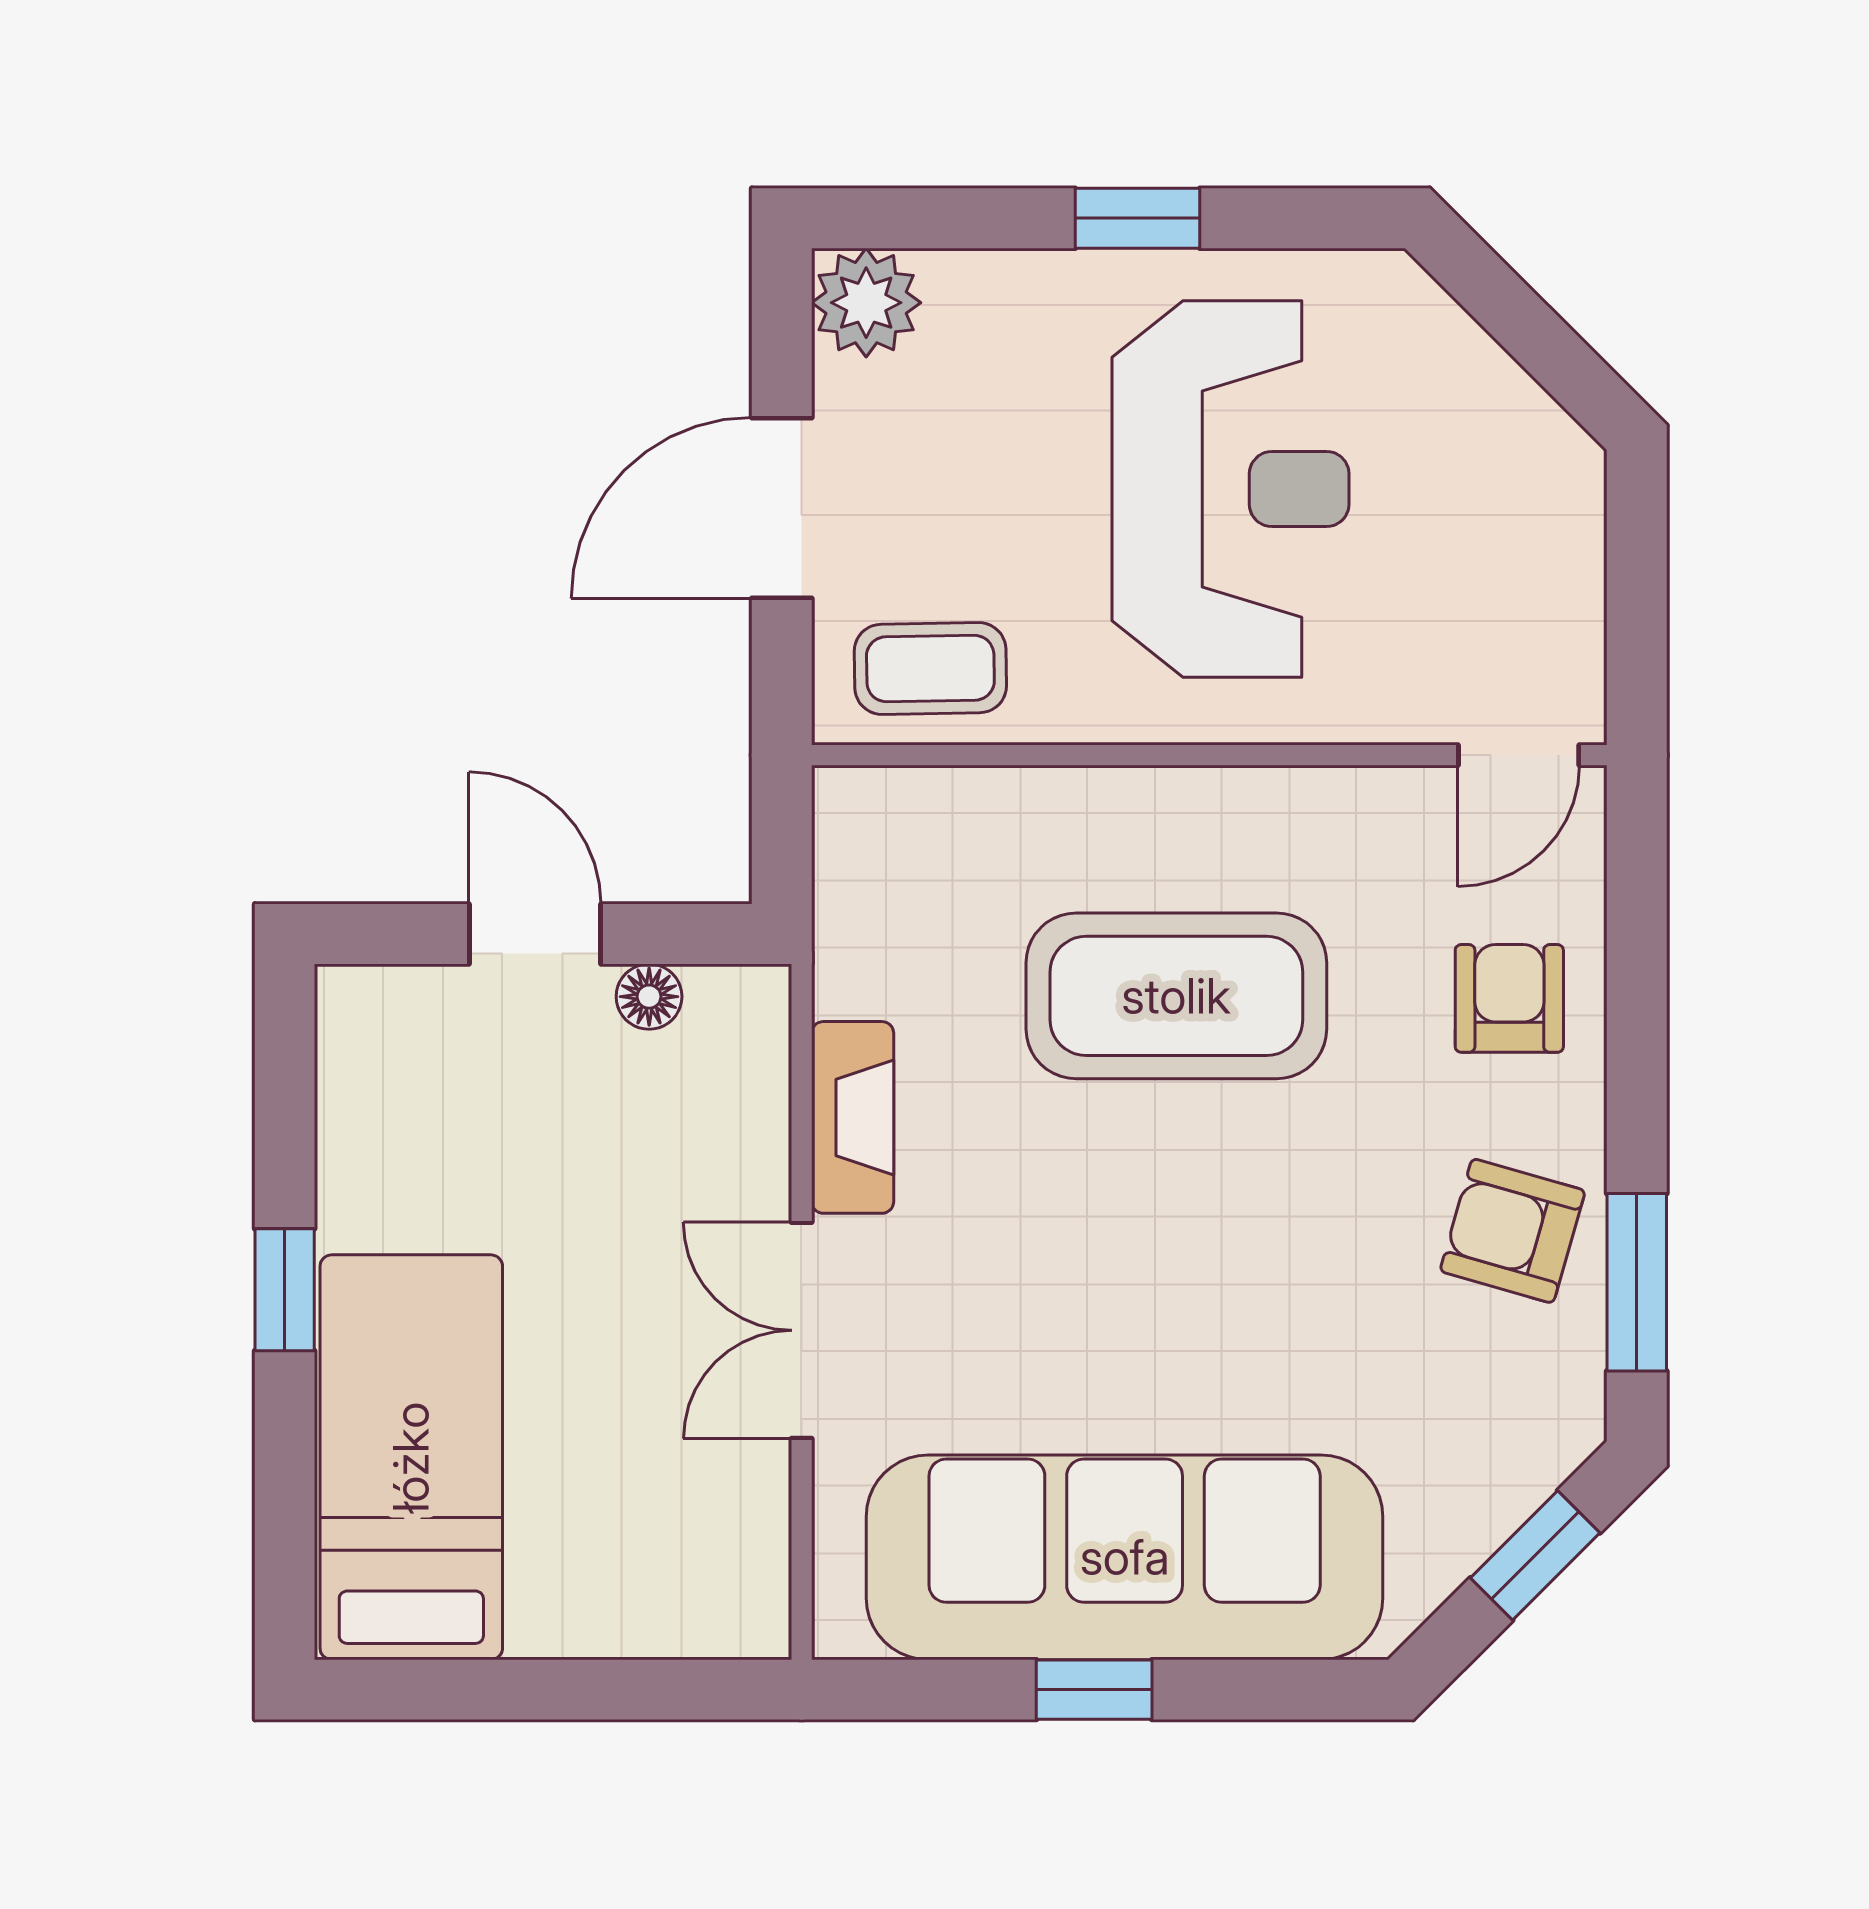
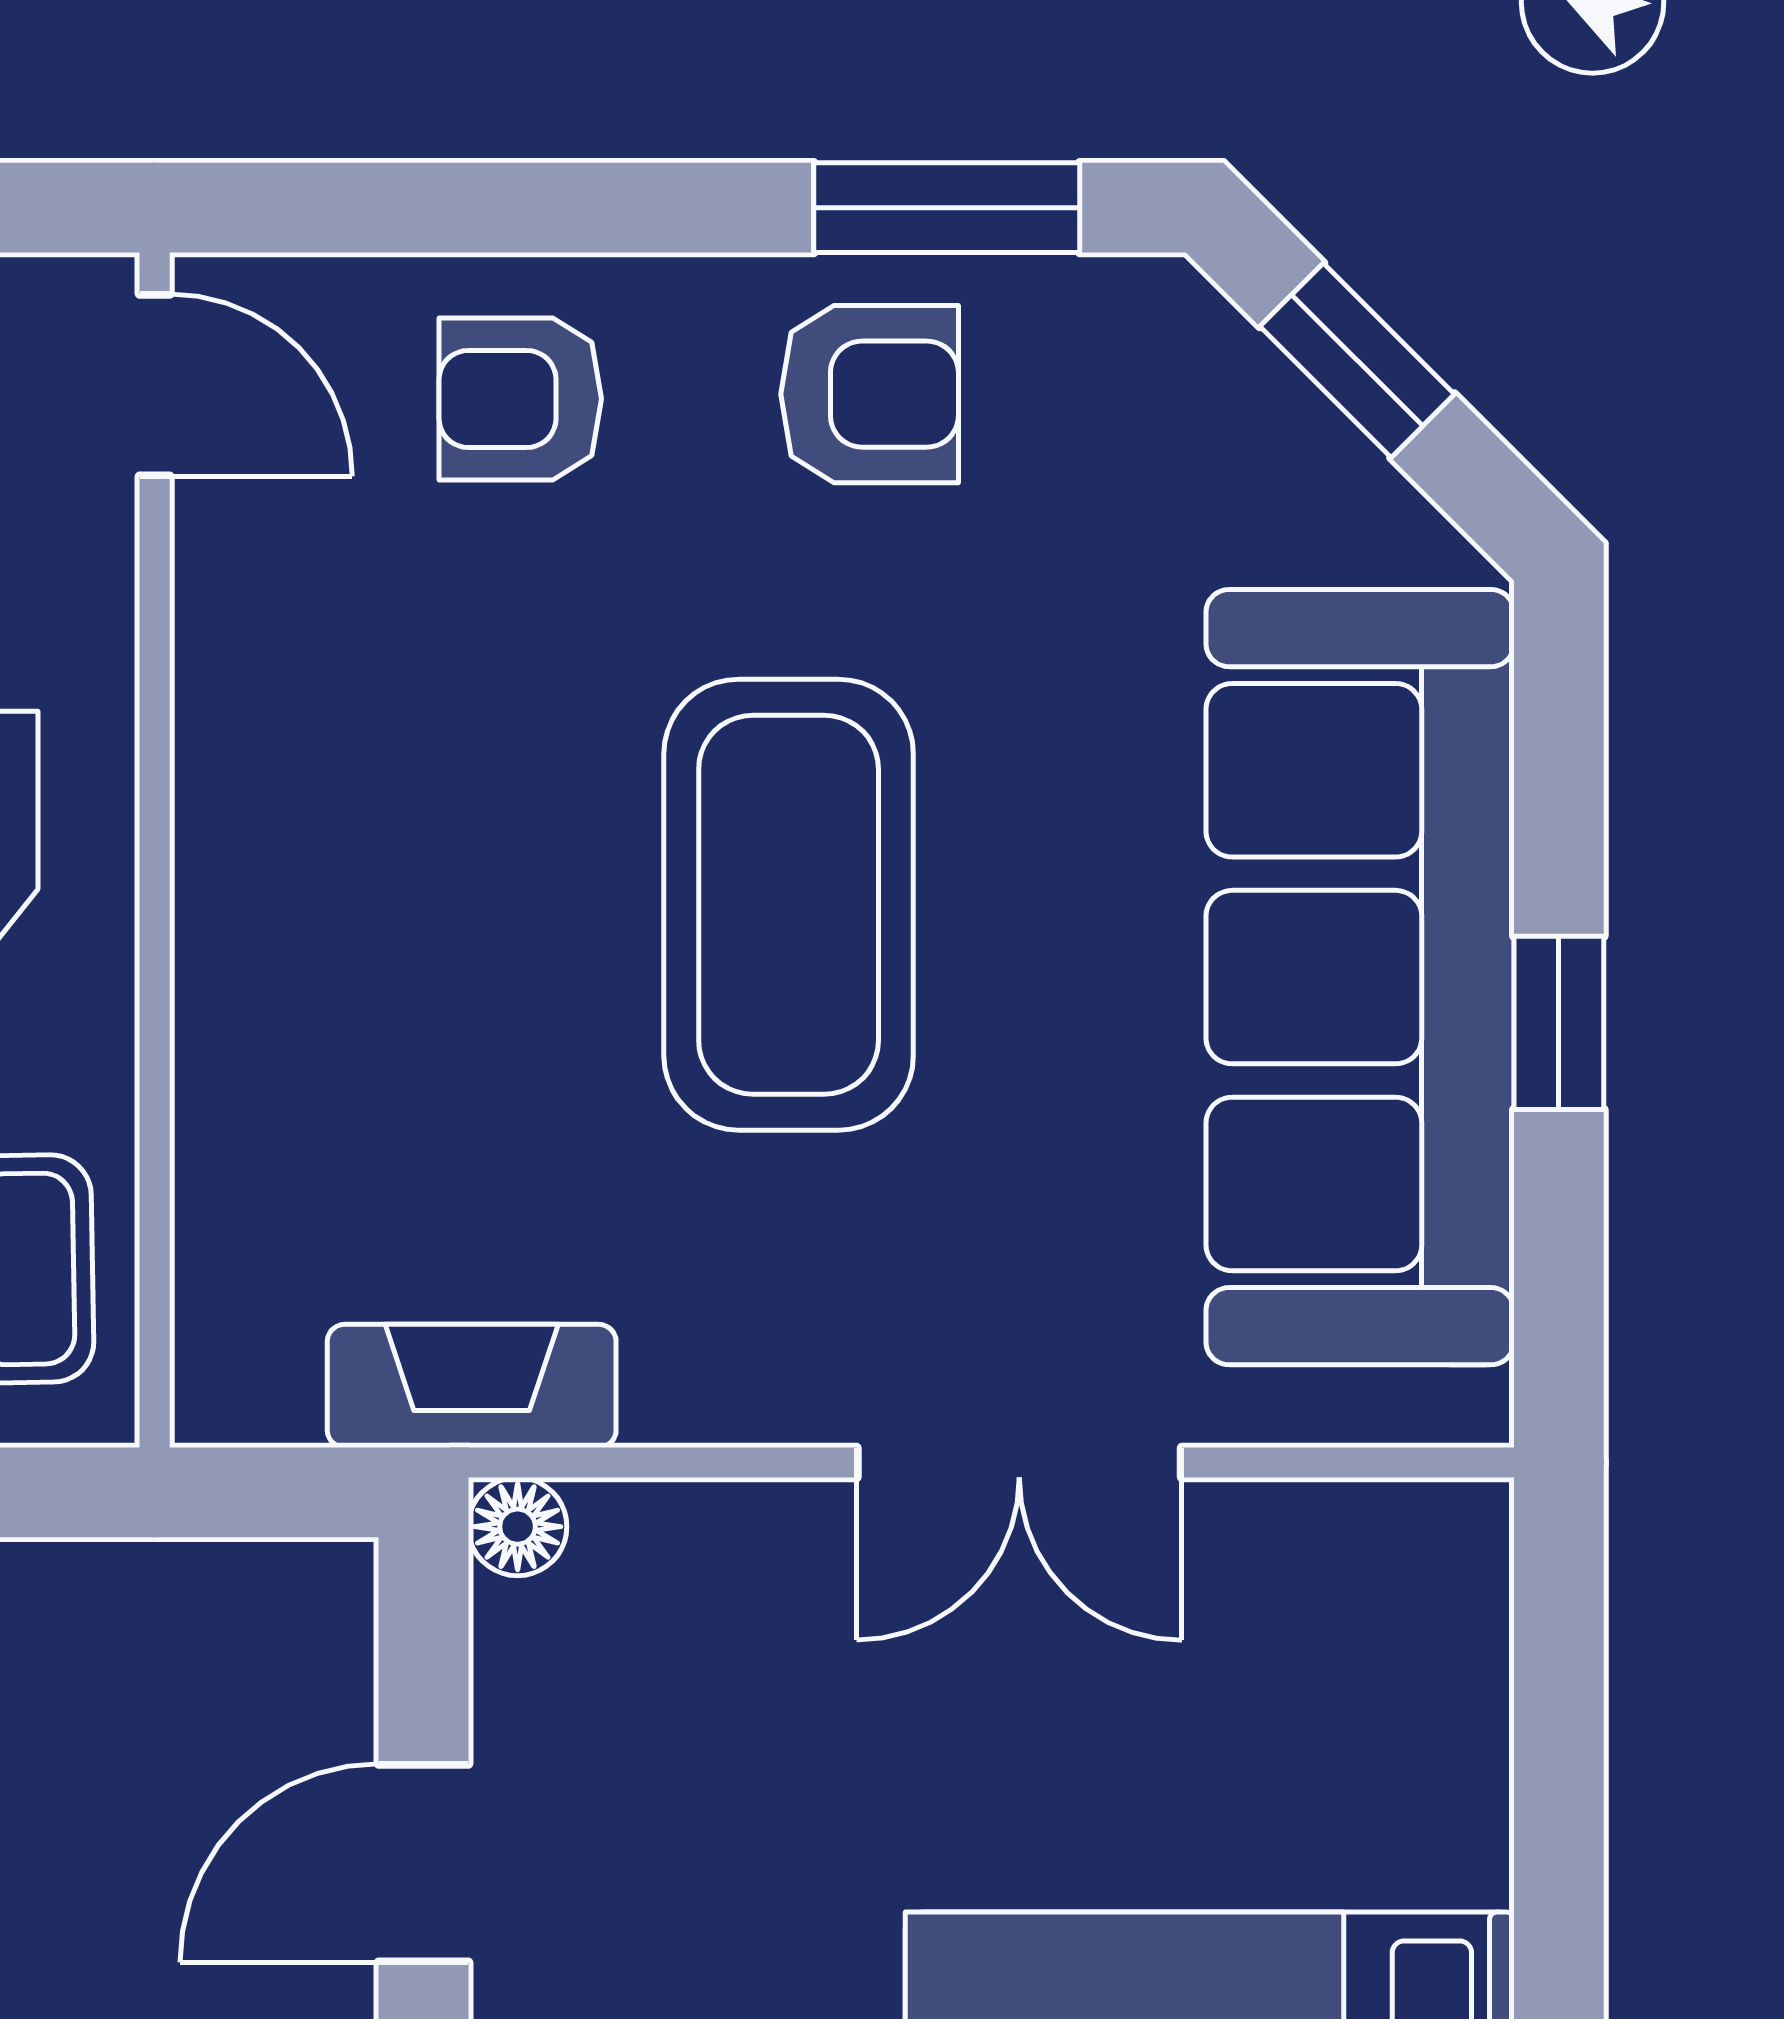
coffee table: (1176, 996) -> (789, 905), moved
floor lamp: (649, 997) -> (518, 1527), moved
fireplace: (853, 1117) -> (472, 1386), moved
armchair: (1513, 1231) -> (870, 394), turned -106

